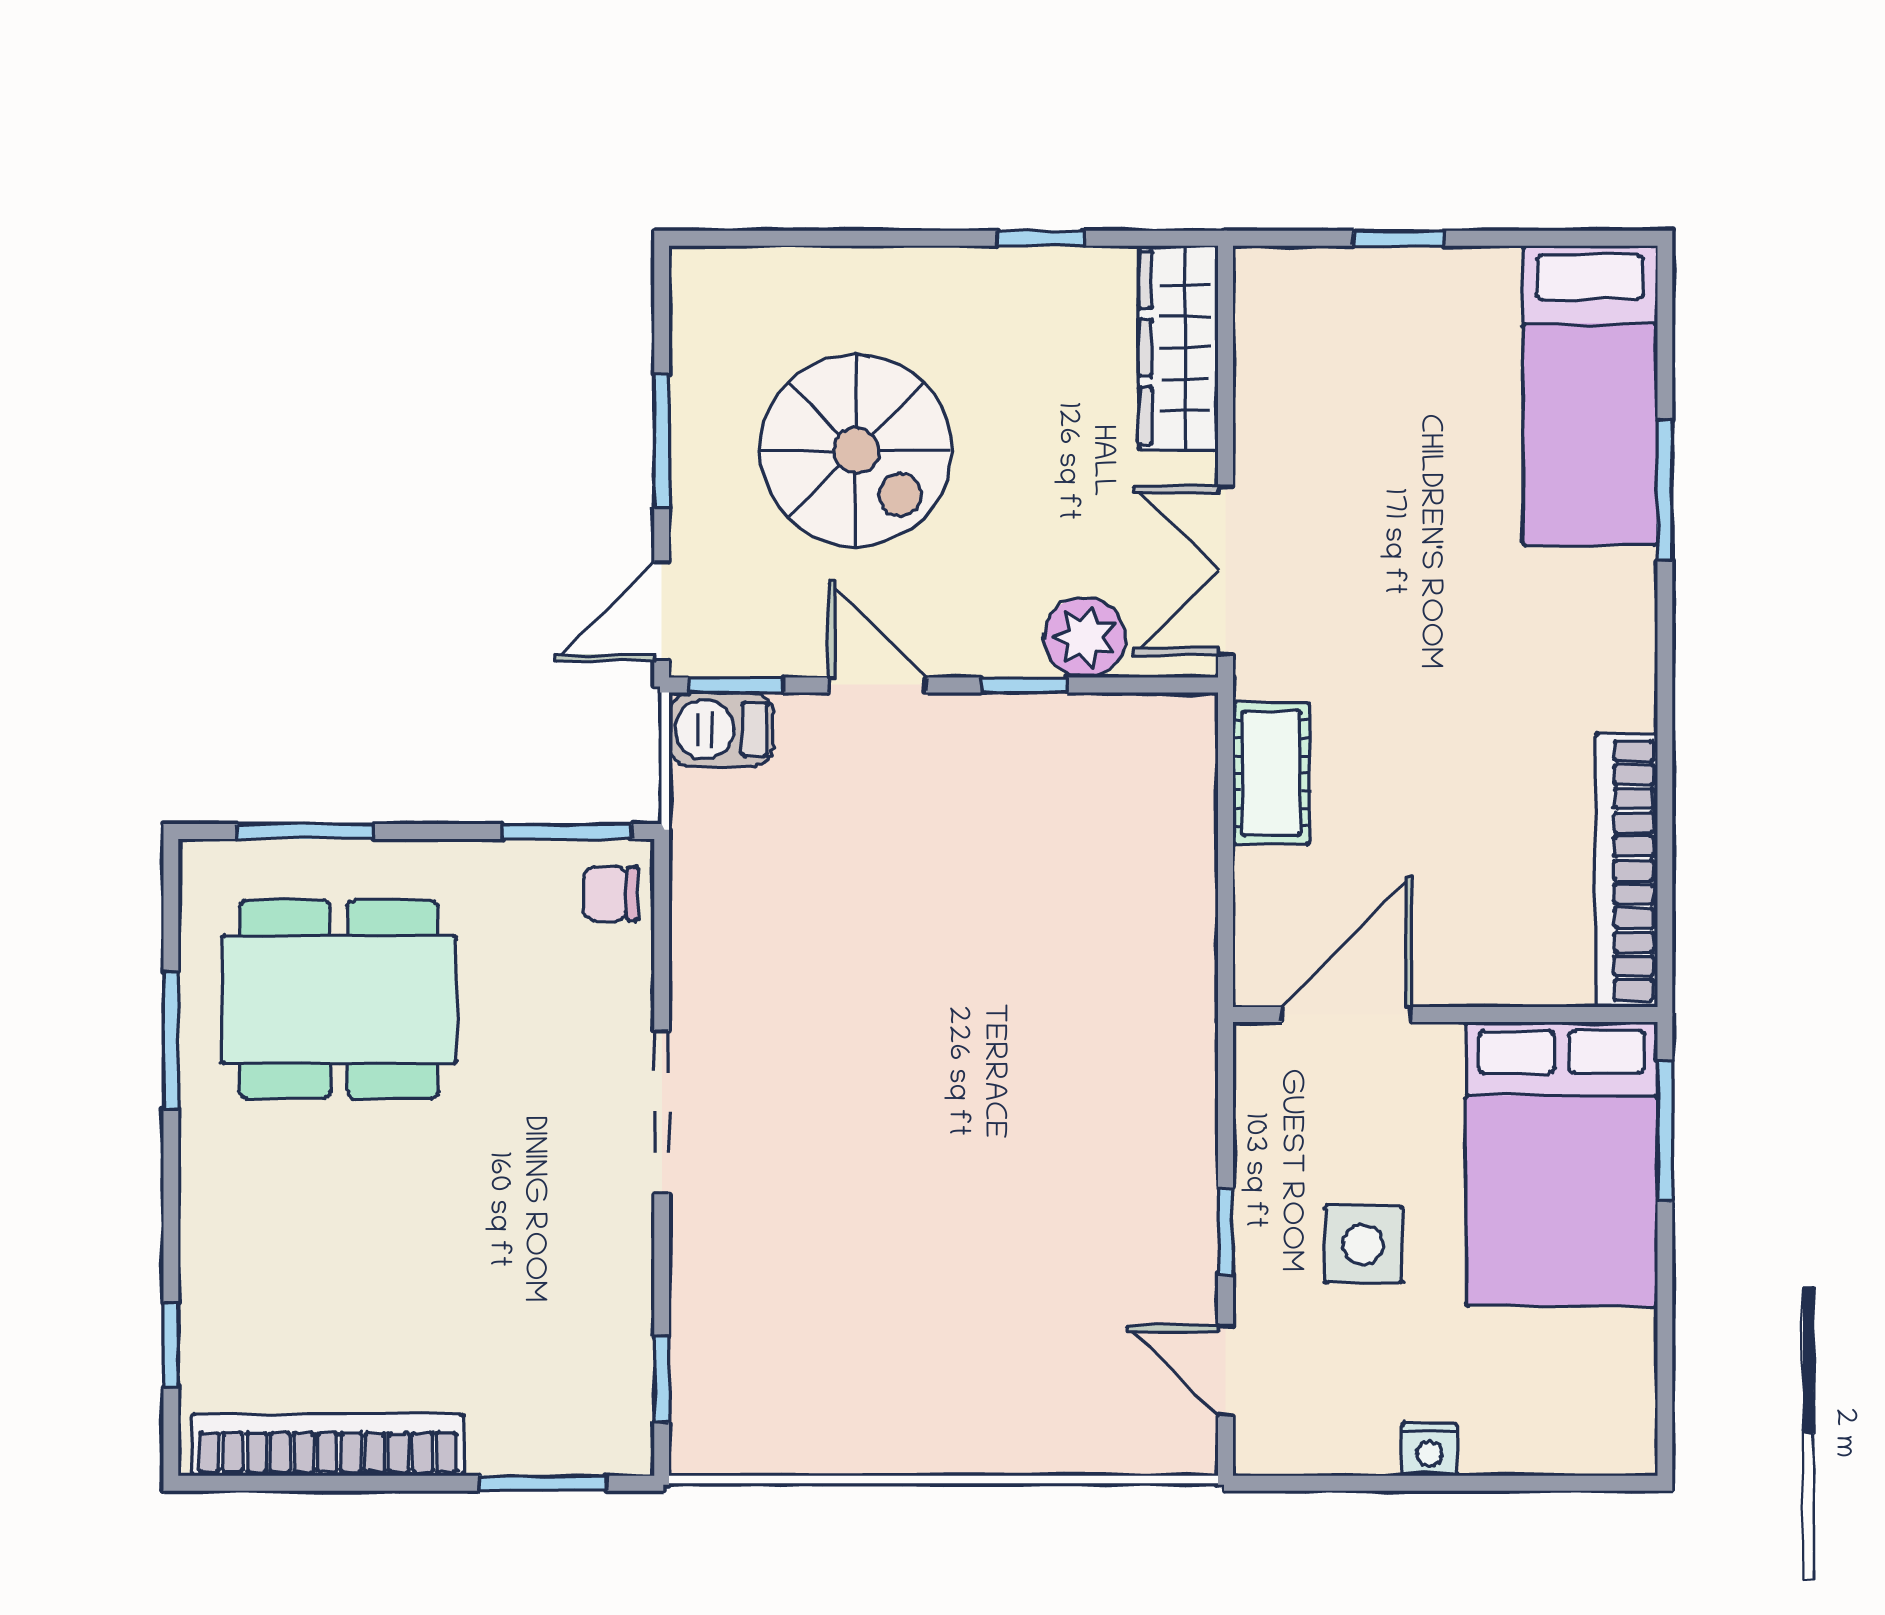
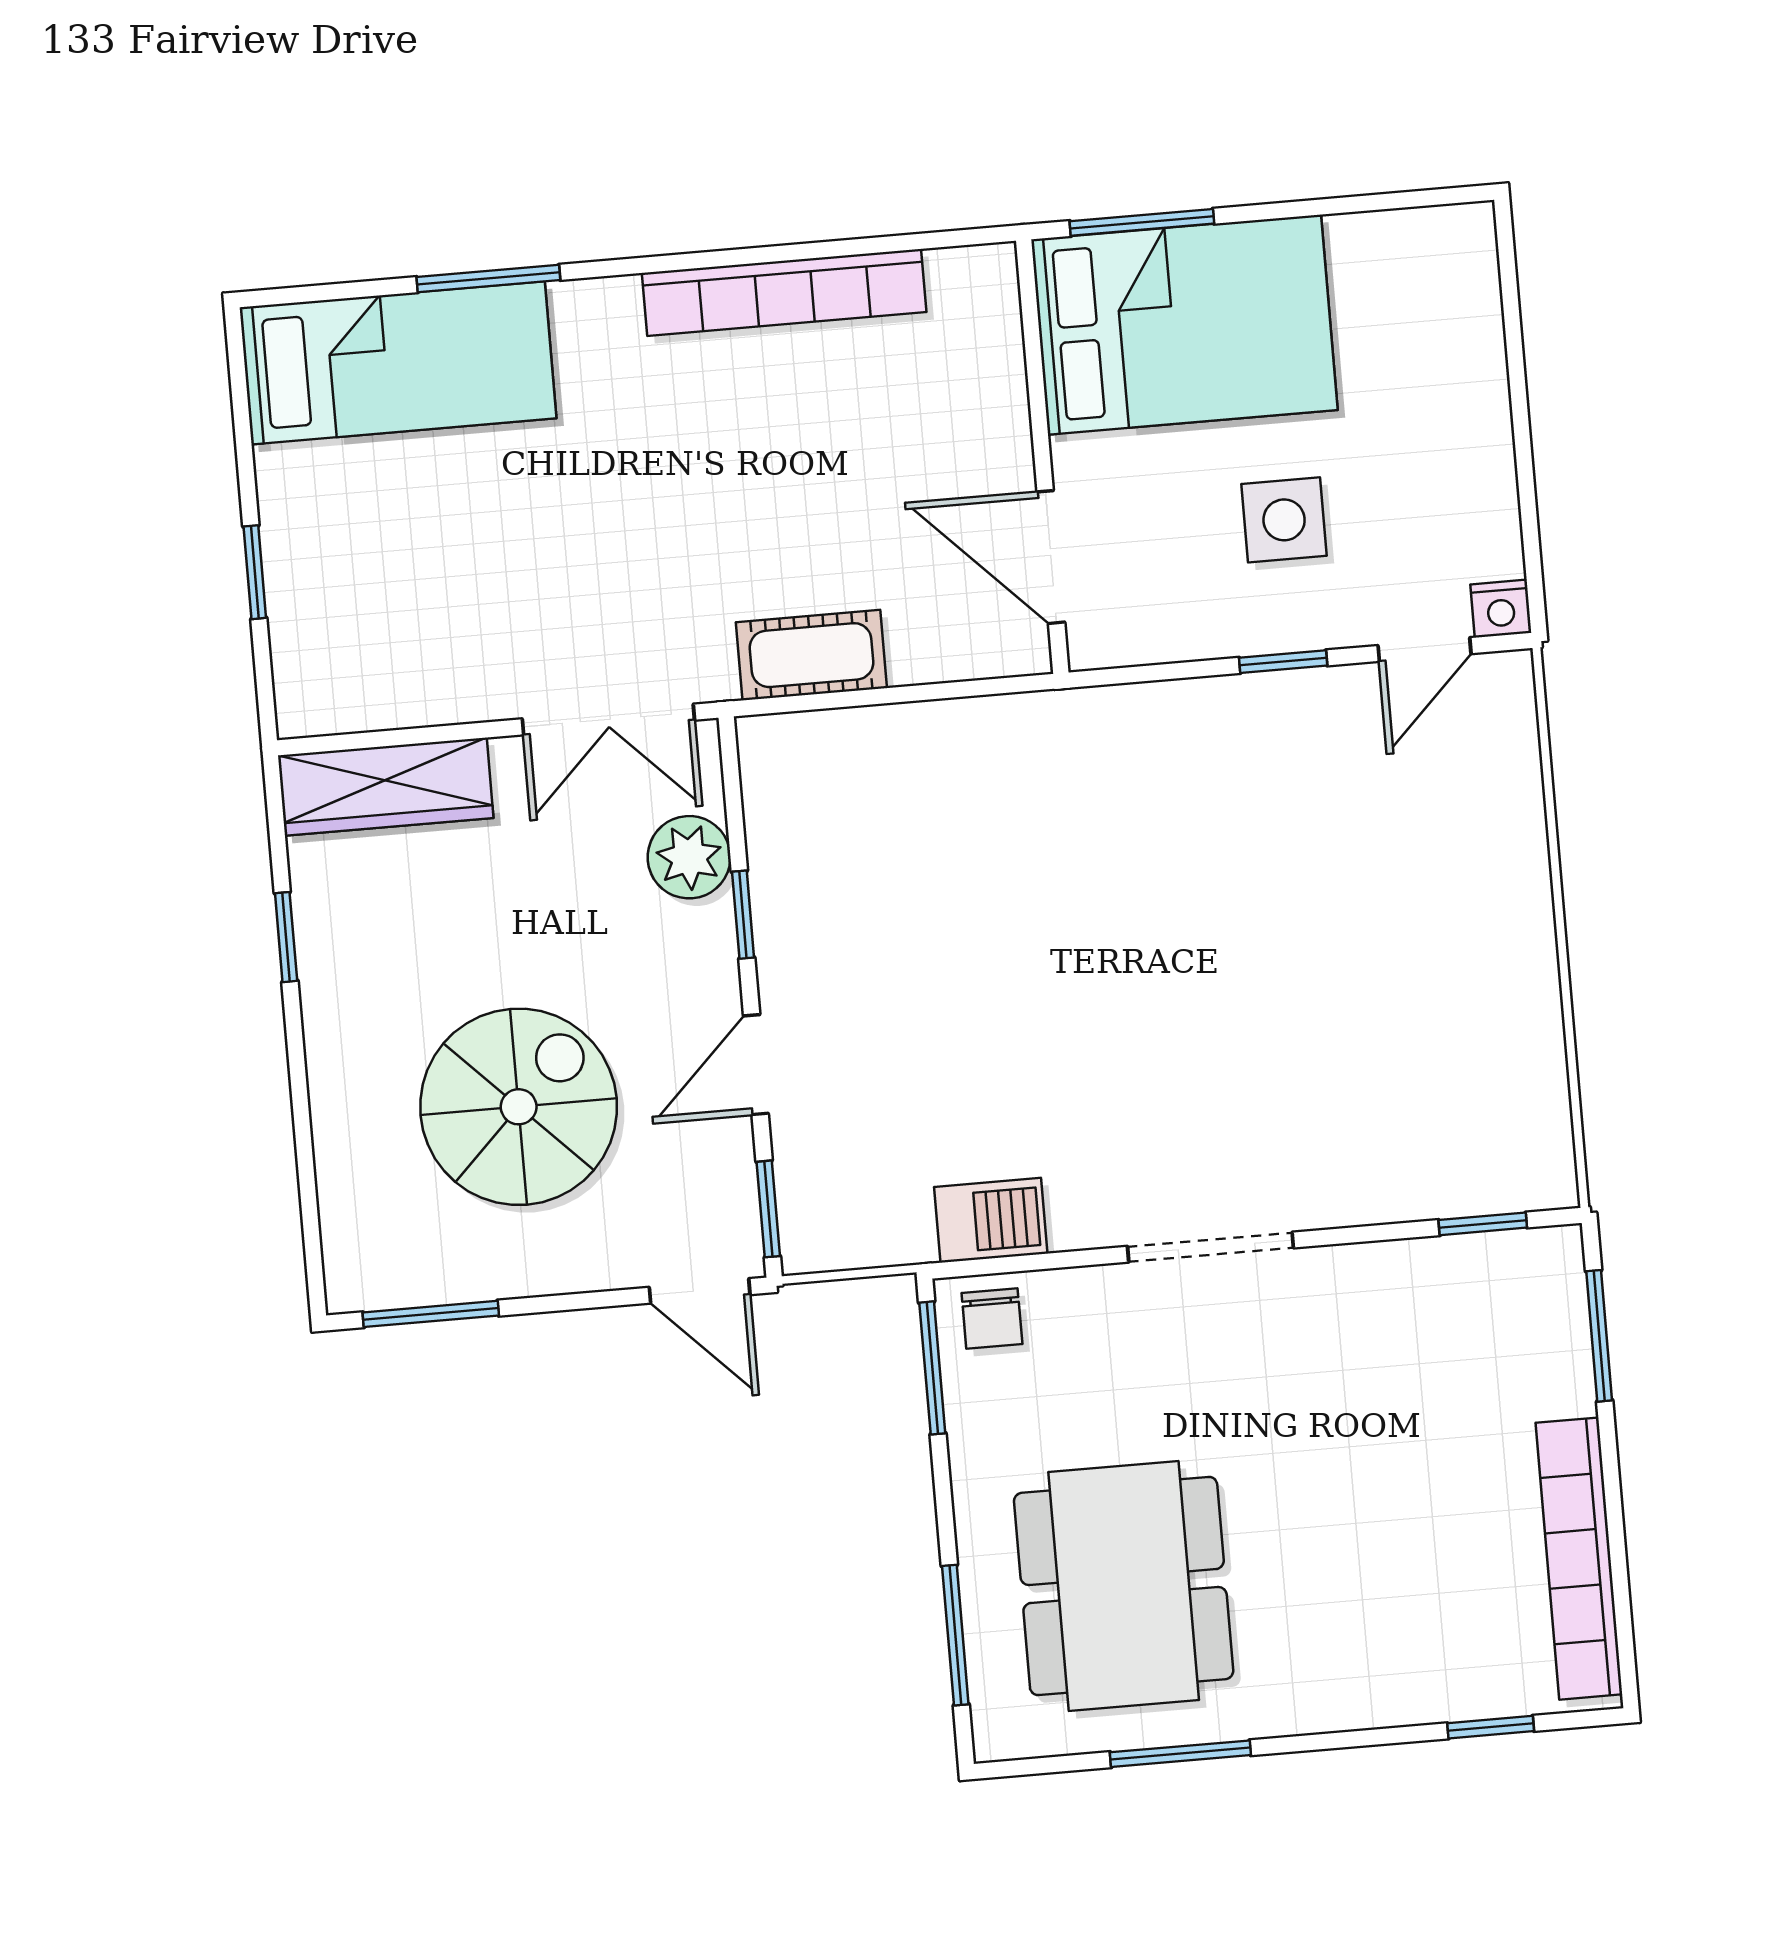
window: (662, 441) -> (431, 1314), moved
barbecue: (721, 730) -> (991, 1220), moved, turned -90
bookcase: (1627, 870) -> (784, 293), moved
nightstand: (1429, 1450) -> (1501, 609), moved, turned 90

